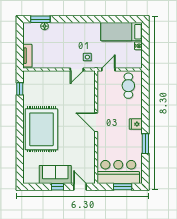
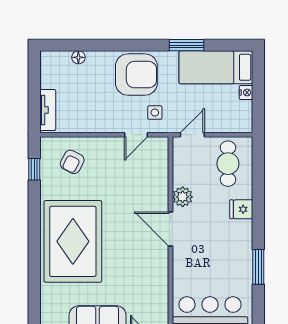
window: (40, 19) -> (187, 45), moved
armchair: (77, 36) -> (136, 75), added
armchair: (41, 85) -> (72, 162), added
plant: (103, 104) -> (183, 197), added
fridge: (136, 124) -> (241, 209), moved

